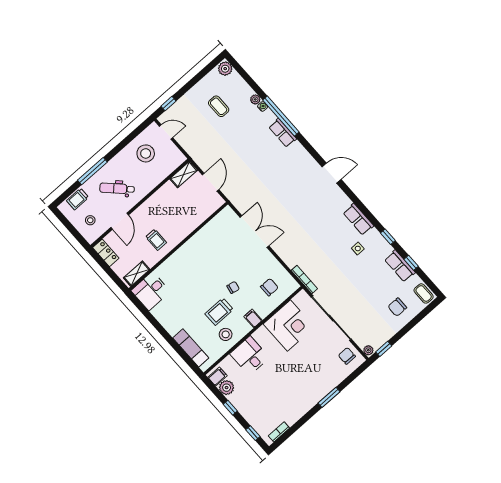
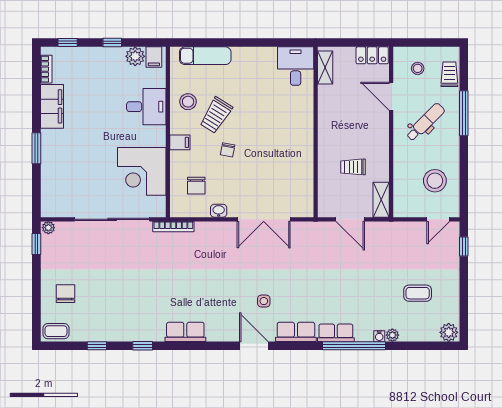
door: (332, 173) -> (254, 346), swing flipped
trolley: (156, 240) -> (353, 167), moved
side table: (358, 249) -> (264, 301), moved
washbasin: (272, 262) -> (219, 211), added
row of seats: (400, 266) -> (296, 332), moved
trolley: (219, 312) -> (216, 115), turned -148
chair: (347, 356) -> (62, 202), removed
filing cabinet: (297, 410) -> (52, 106), added

